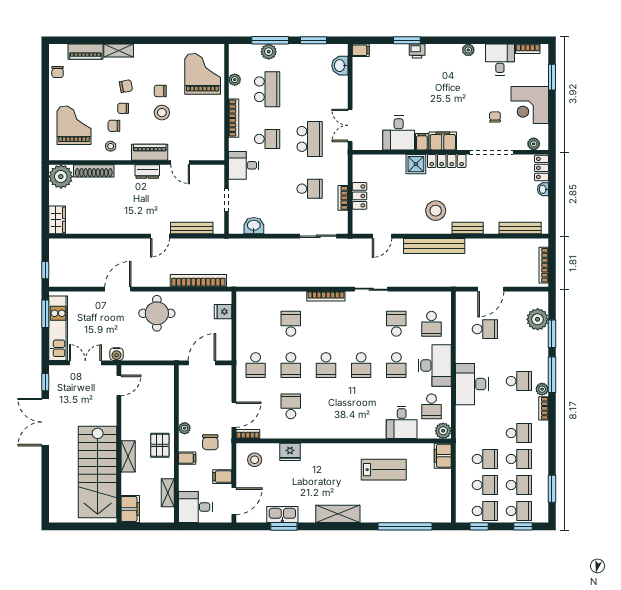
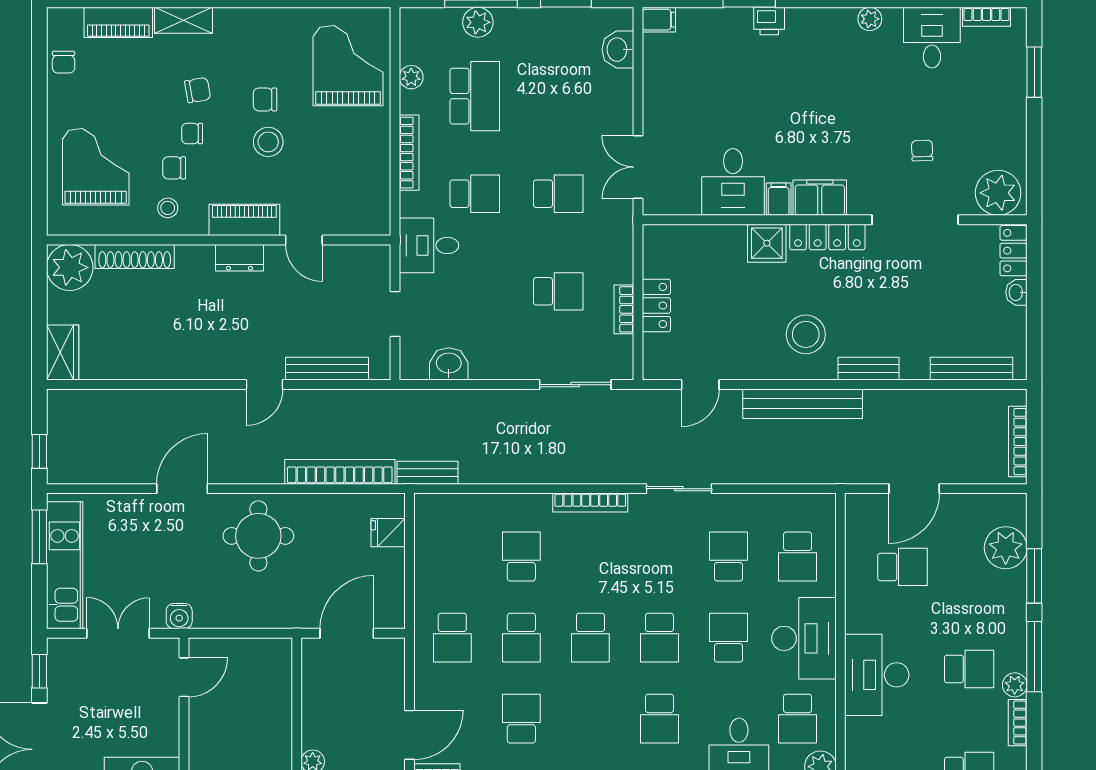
corner desk: (530, 105) -> (990, 127), removed
school desk: (310, 139) -> (558, 194), width x0.54
plant: (534, 144) -> (998, 193), width x1.88, depth x1.88
bench: (243, 281) -> (427, 473), added
school desk: (396, 365) -> (729, 638), turned 180
school desk: (361, 406) -> (659, 719), added

